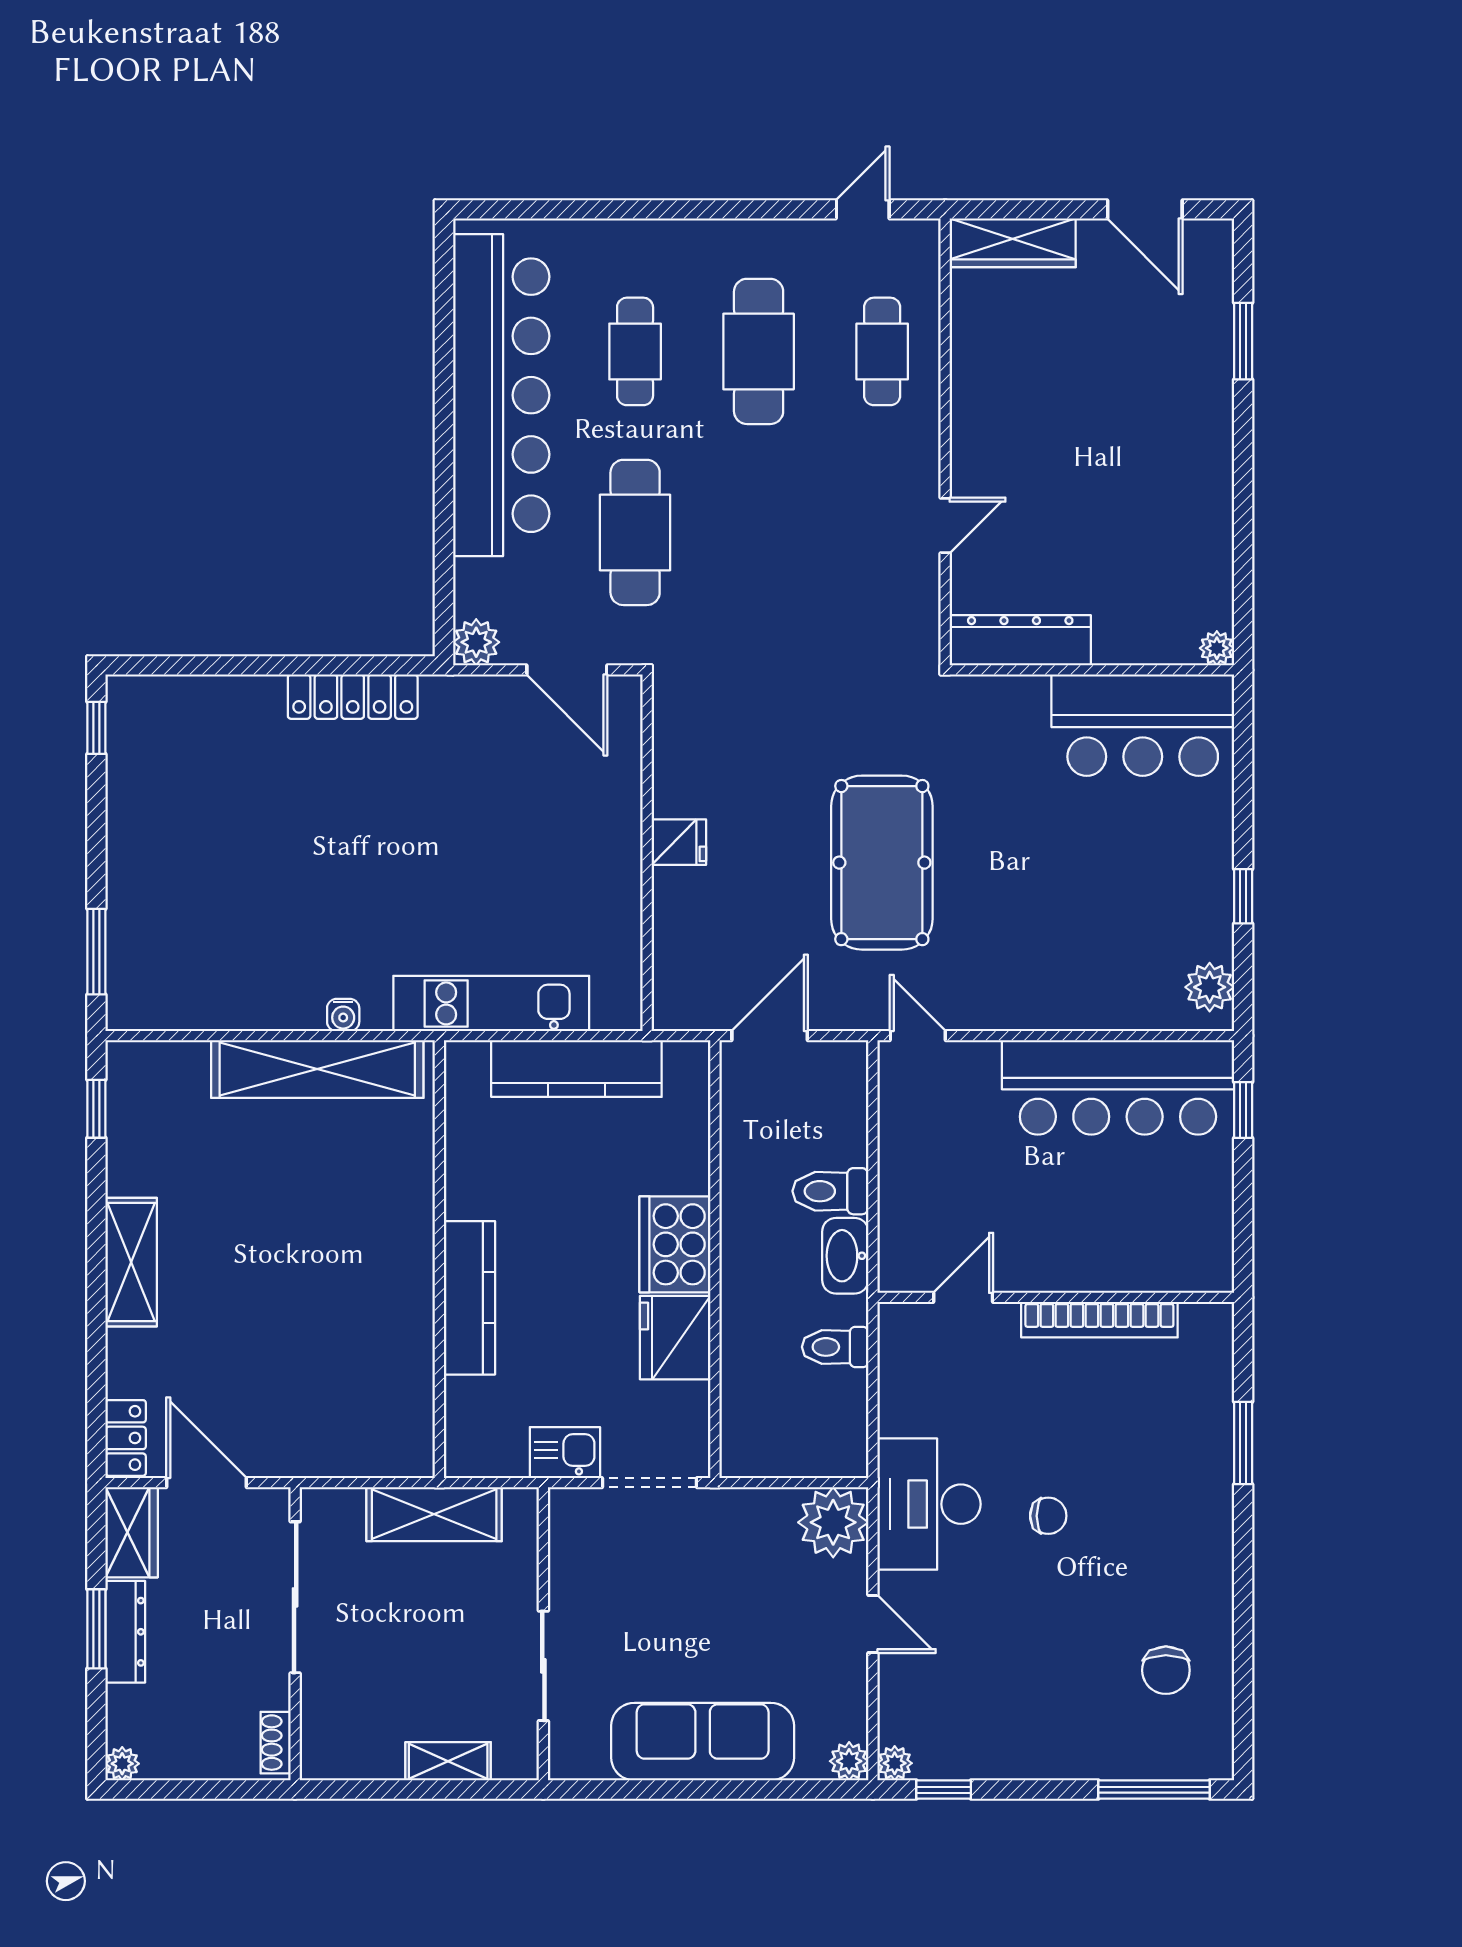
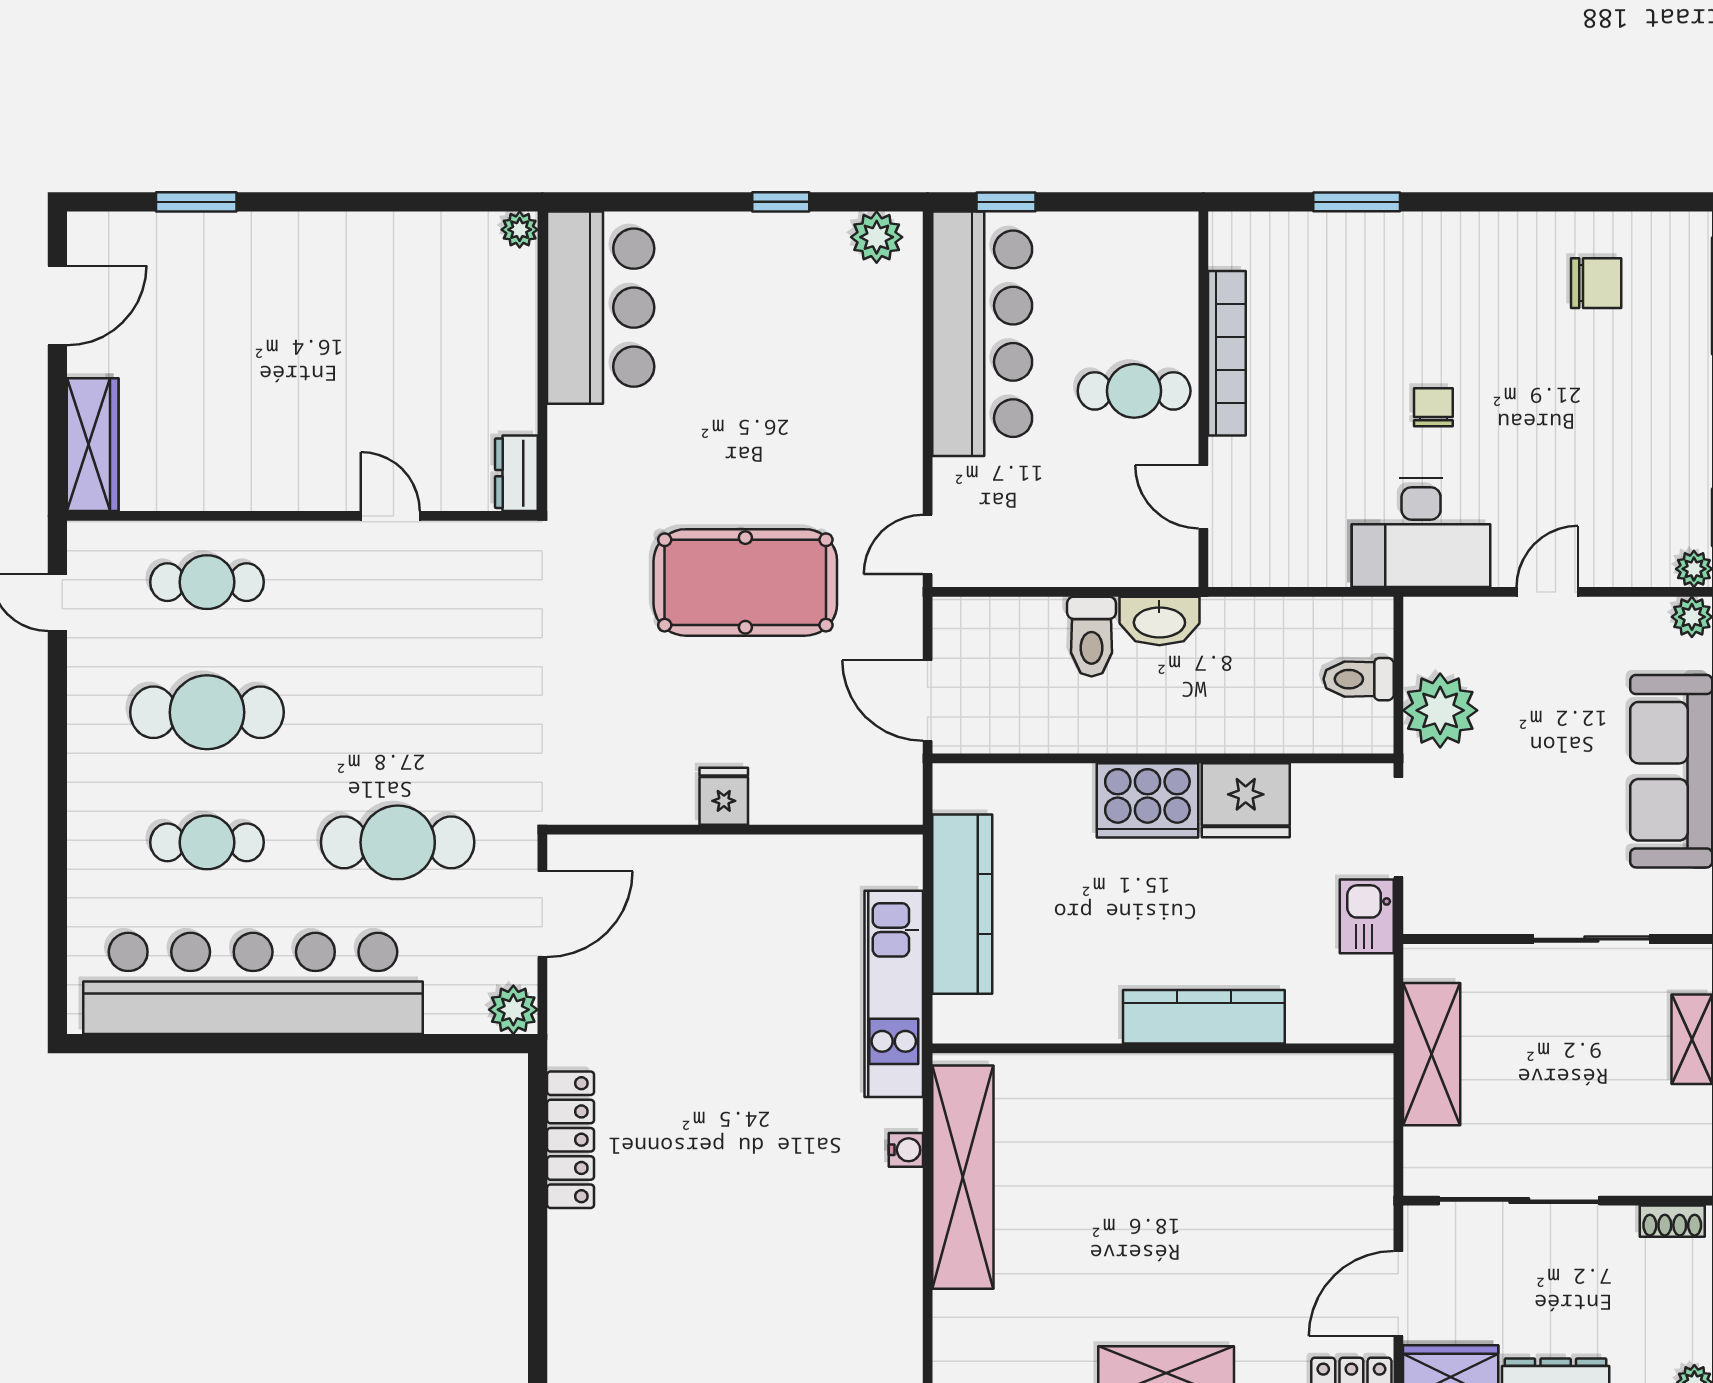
dresser: (1020, 640) -> (516, 473), width x0.51, depth x0.80
cafe table: (1064, 1232) -> (1134, 391), added
toilet: (835, 1347) -> (1359, 679), moved, turned 90
plant: (833, 1522) -> (1440, 710), moved

